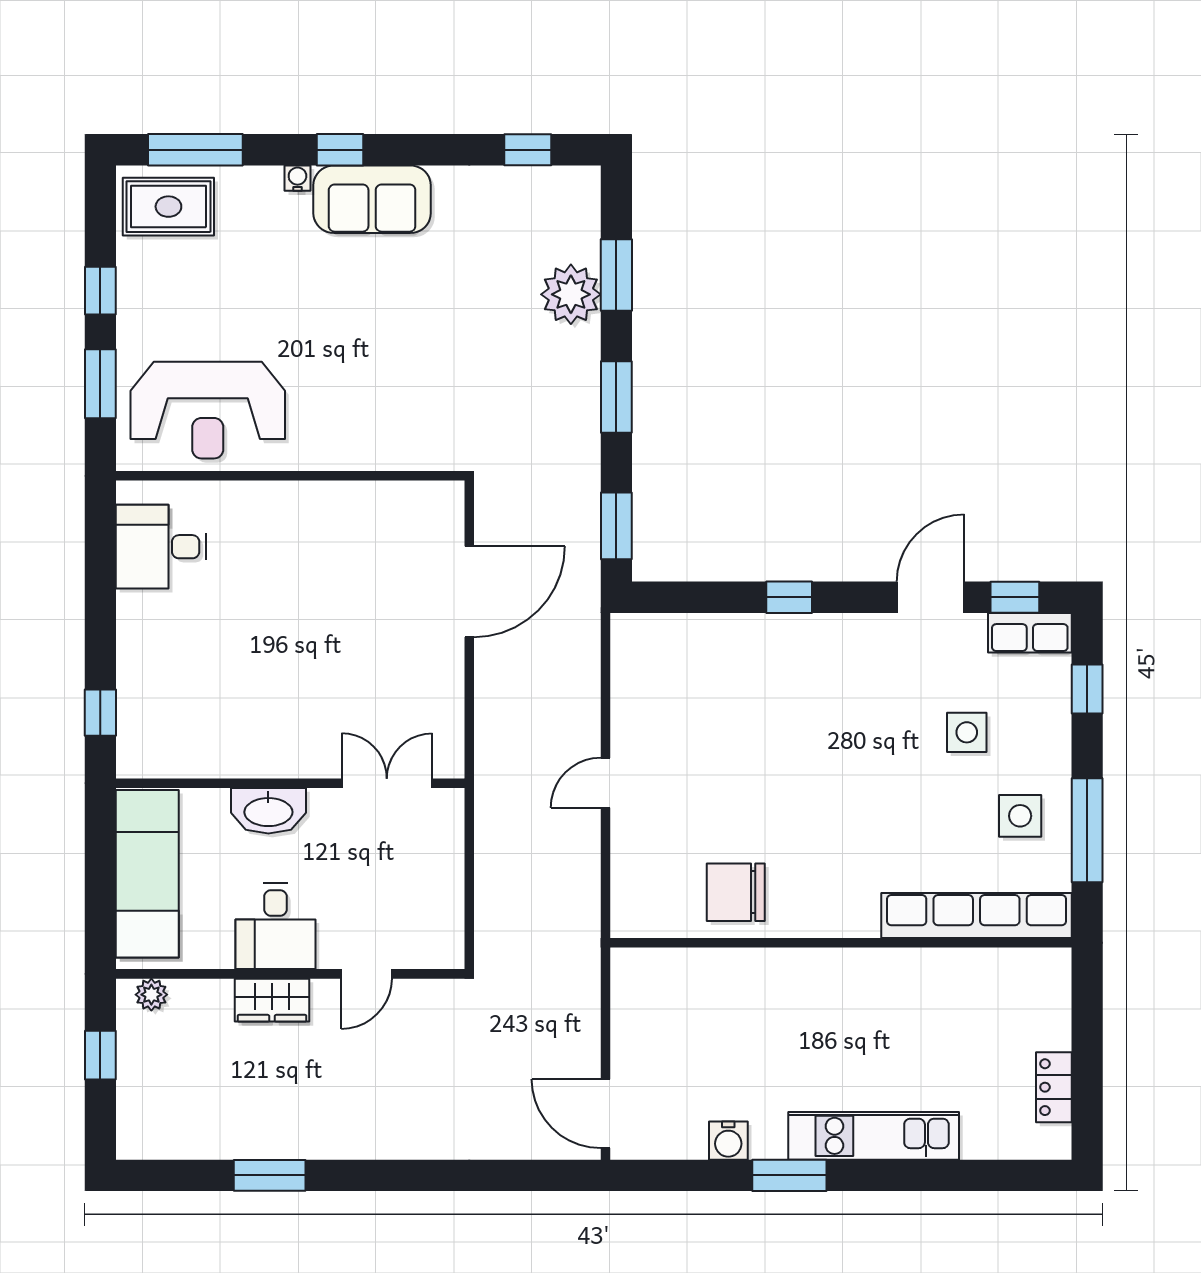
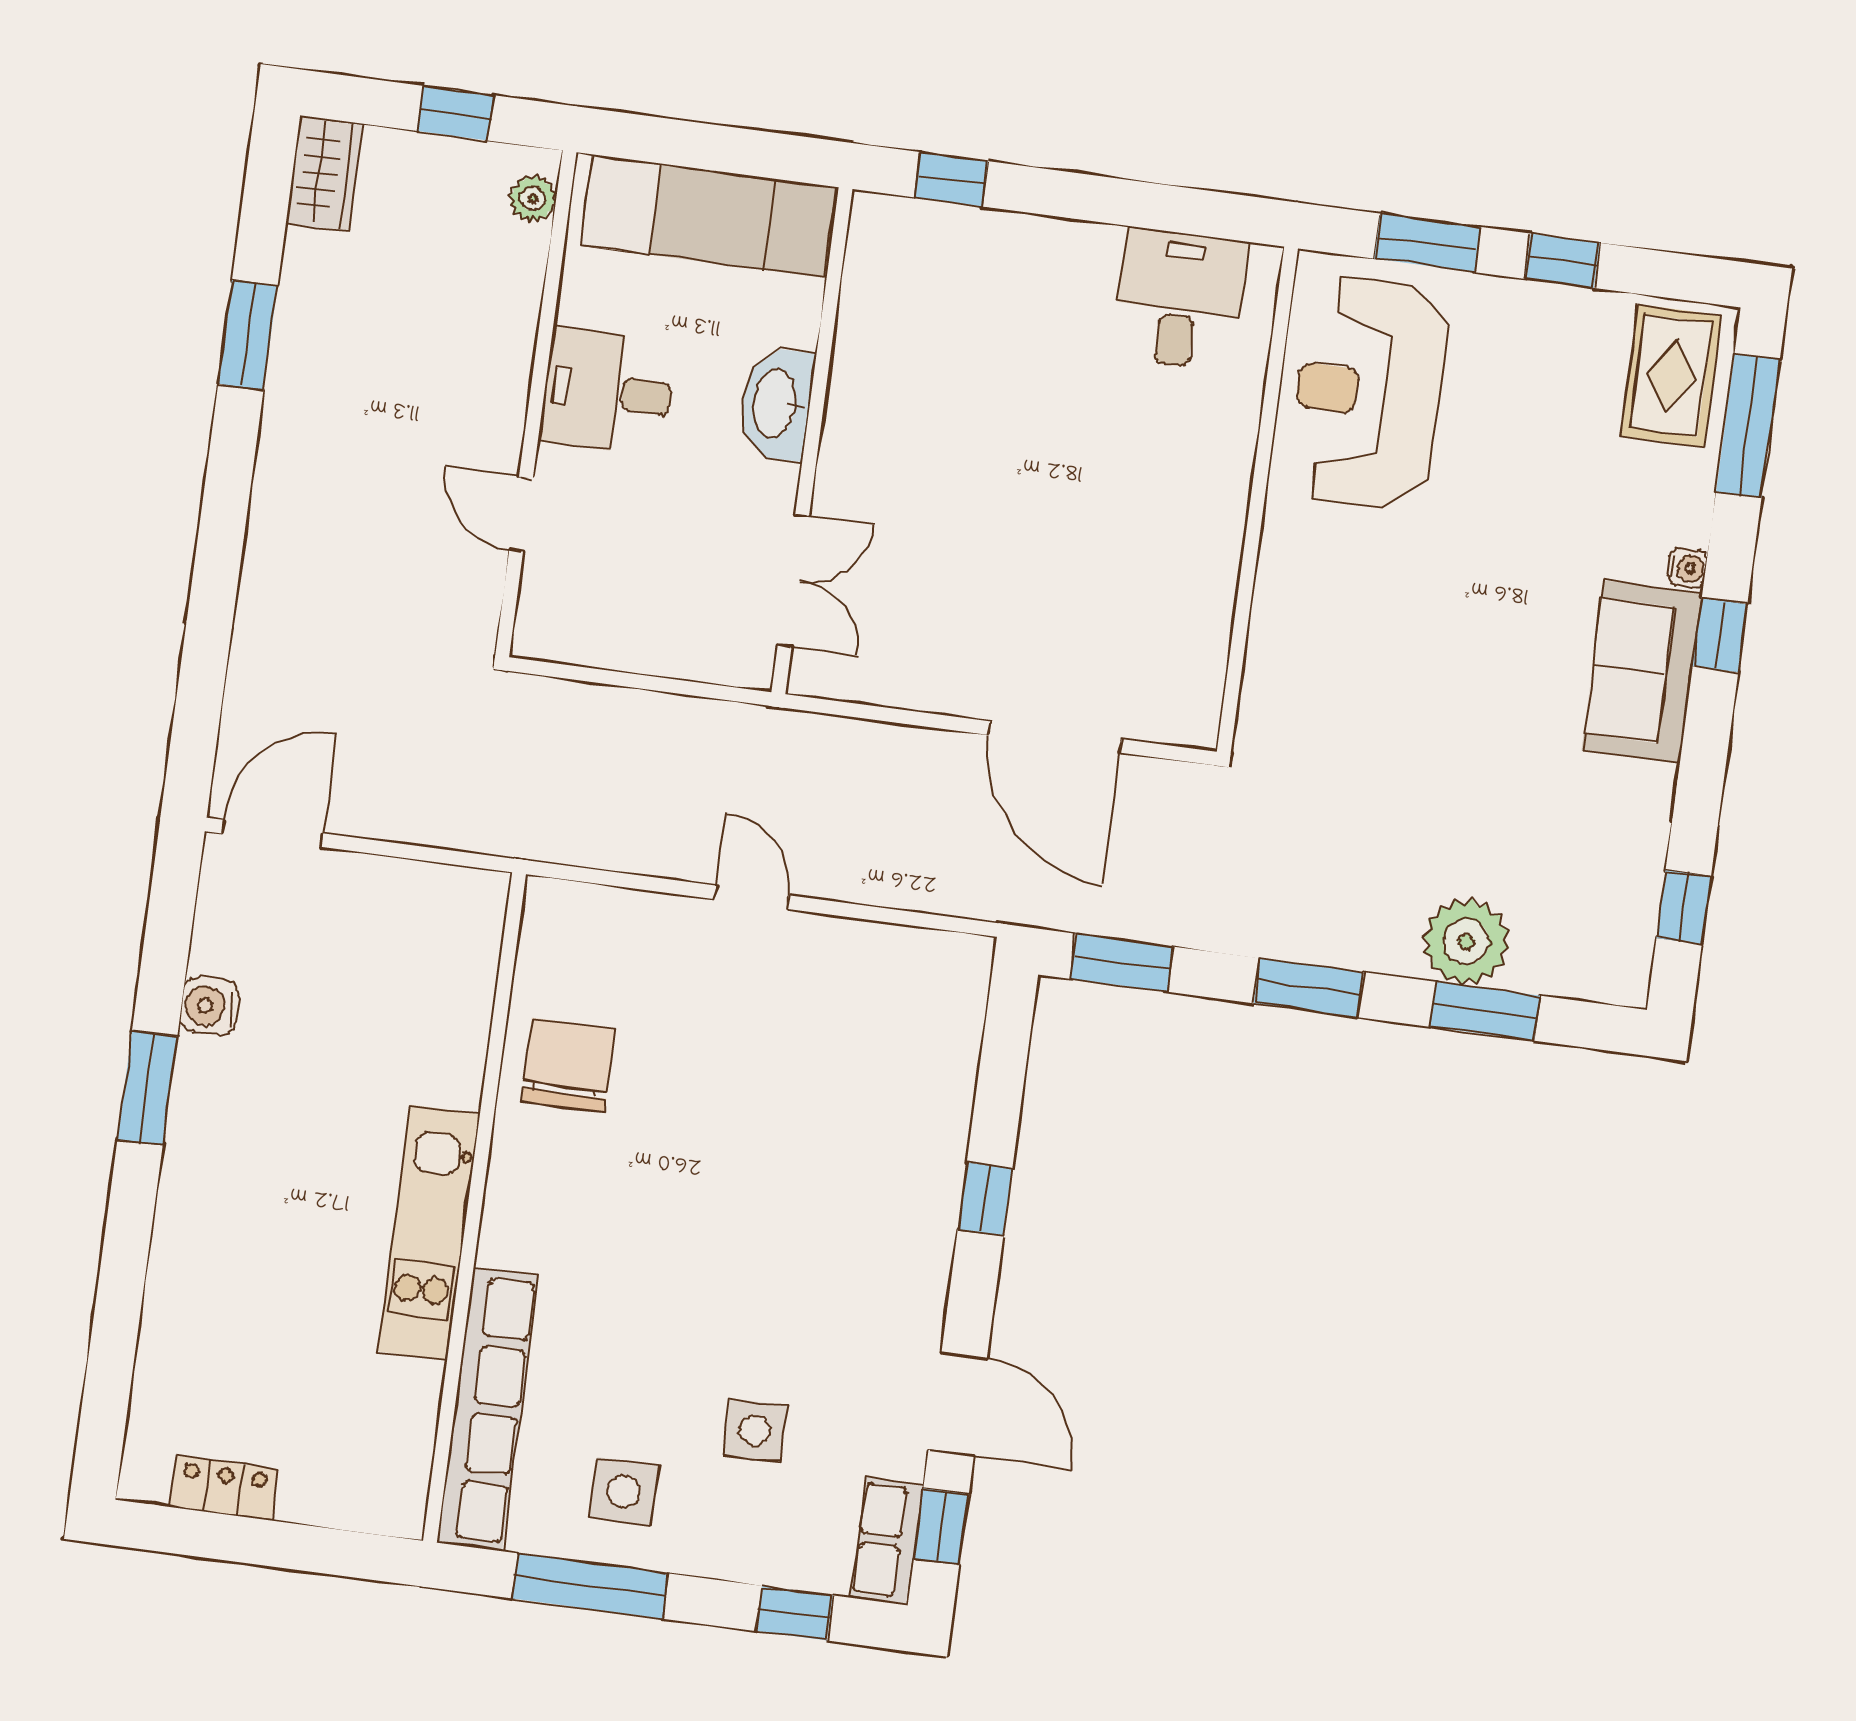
wardrobe: (272, 1000) -> (324, 173), moved, turned 180
kitchen unit: (874, 1136) -> (429, 1233), moved, turned 180

